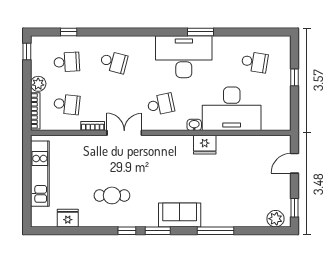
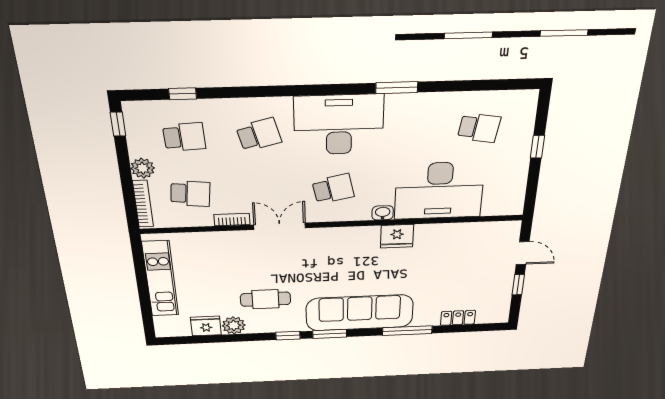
desk: (184, 57) -> (339, 125), moved
school desk: (114, 62) -> (259, 135), turned -30
door: (294, 163) -> (523, 253), swing flipped
window: (294, 208) -> (518, 285), moved
sofa: (180, 215) -> (360, 313), width x1.85, depth x1.27
plant: (275, 219) -> (234, 325), moved
locker: (253, 220) -> (458, 318), added

